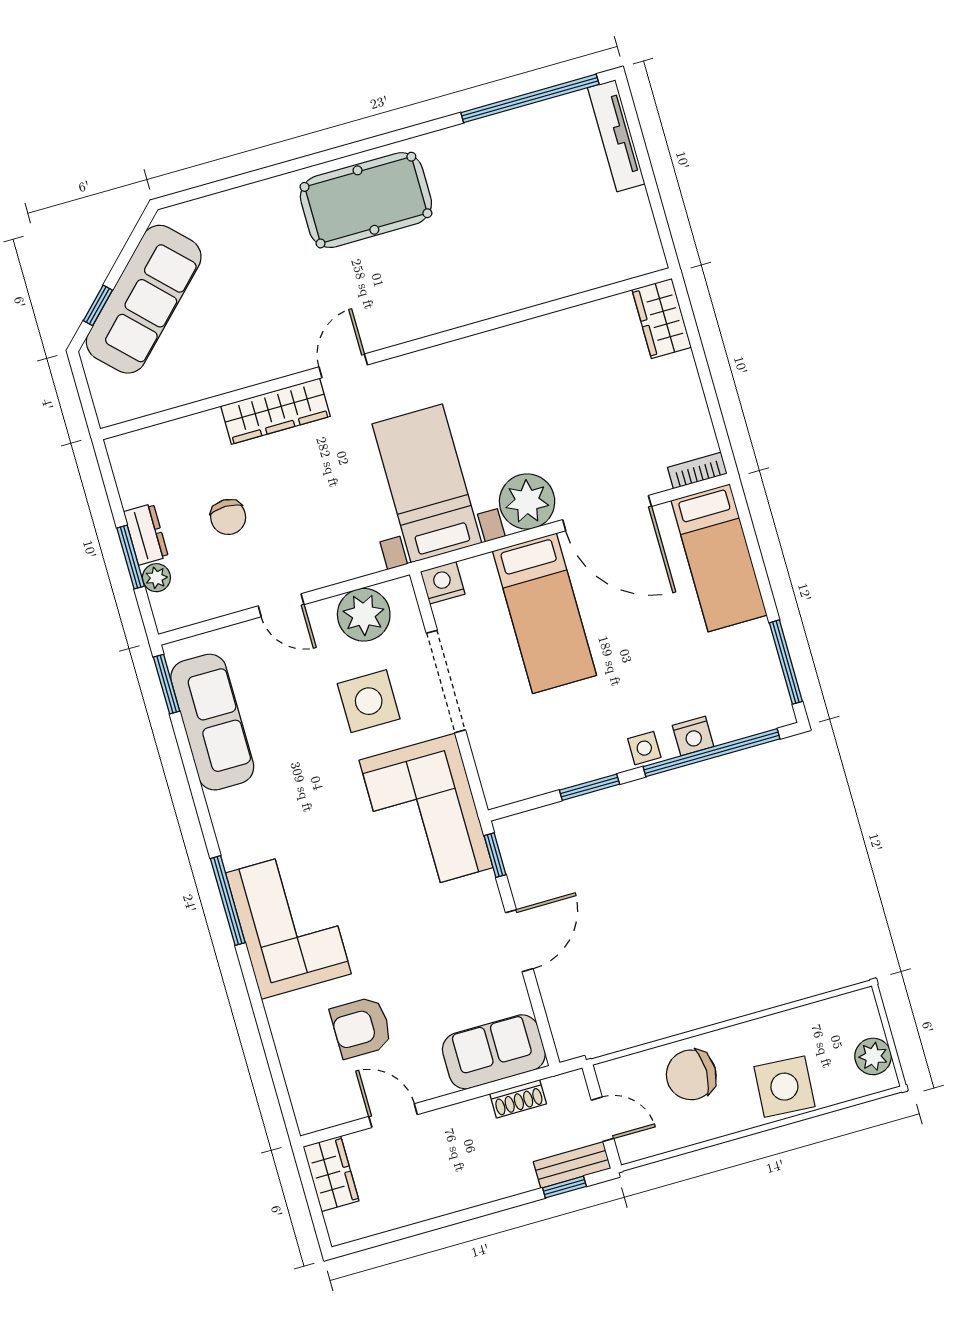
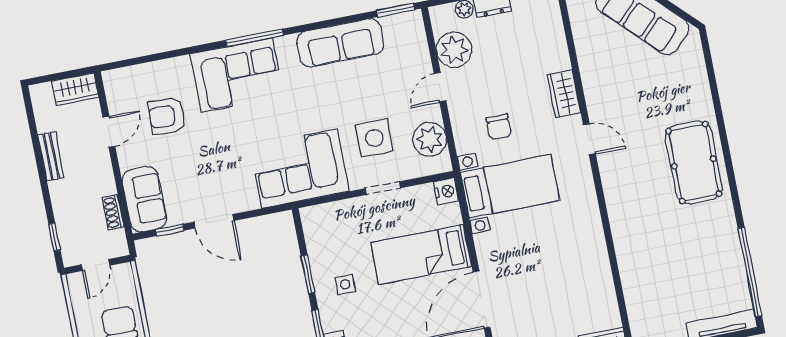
wardrobe: (275, 411) -> (564, 94), width x0.67
plant: (527, 502) -> (454, 50), moved
chair: (228, 517) -> (499, 127), moved, turned -90
doorway: (446, 682) -> (383, 188), width x0.53
sofa: (212, 722) -> (340, 43), moved
side table: (644, 748) -> (345, 284), moved
window: (495, 855) -> (170, 230), moved
armchair: (361, 1027) -> (167, 116), turned -87
bench: (572, 1165) -> (51, 156), moved

